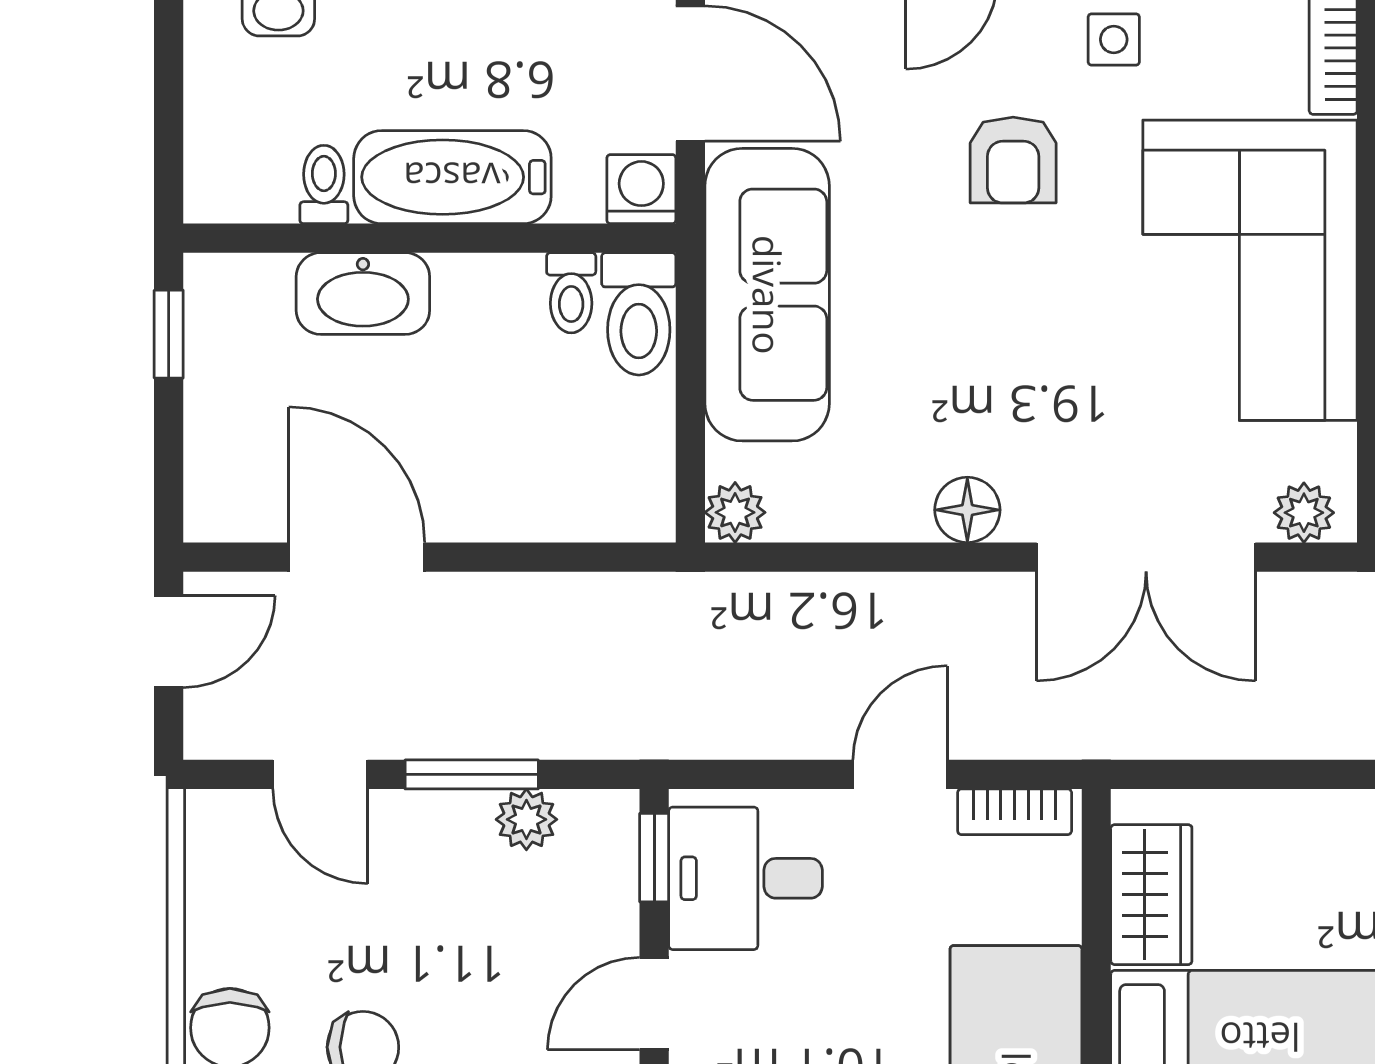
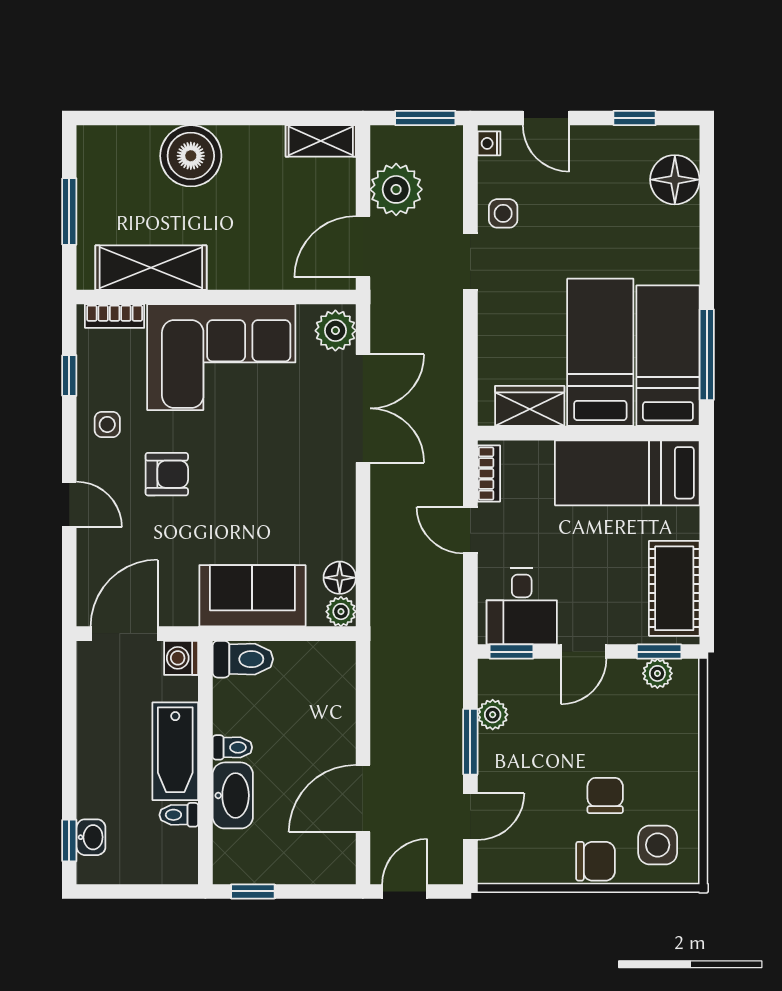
toilet: (571, 293) -> (232, 747), moved
sofa: (767, 295) -> (252, 596), width x0.73
floor lamp: (967, 510) -> (340, 578), moved
plant: (1304, 513) -> (335, 331), width x1.38, depth x1.38
door: (169, 642) -> (405, 891), hinge flipped
door: (654, 1004) -> (584, 652), hinge flipped

